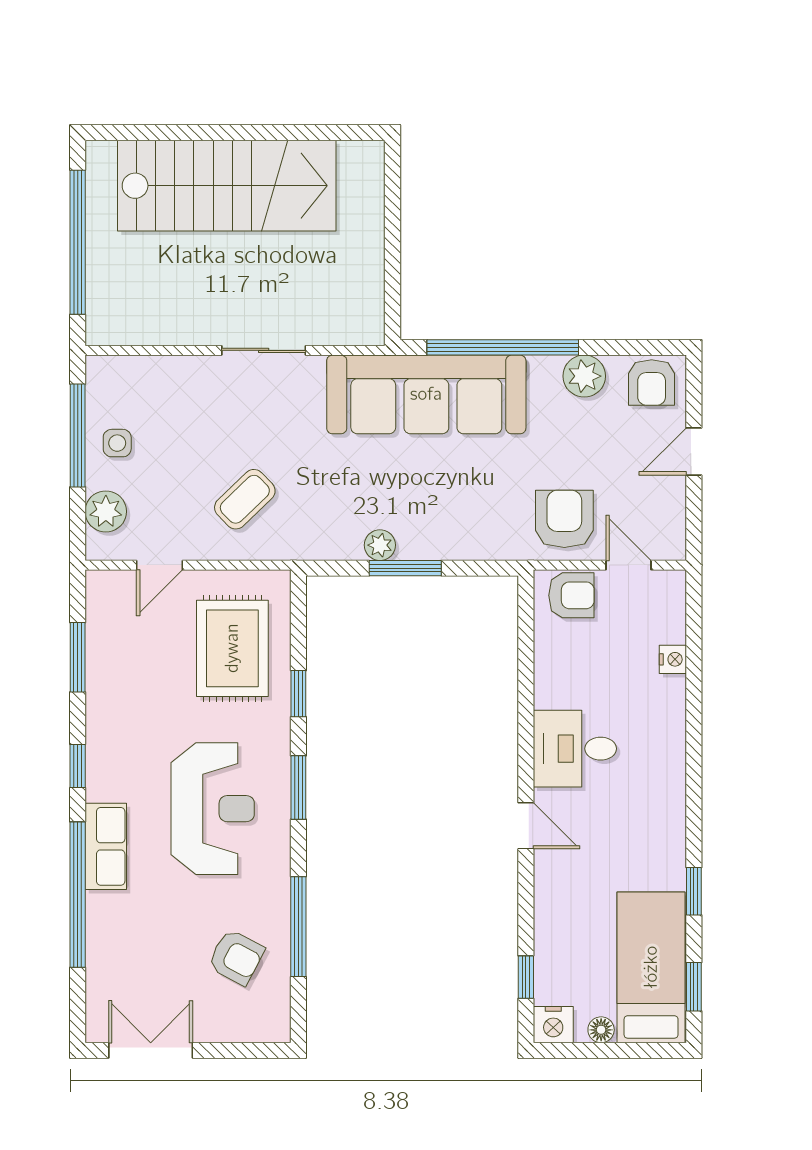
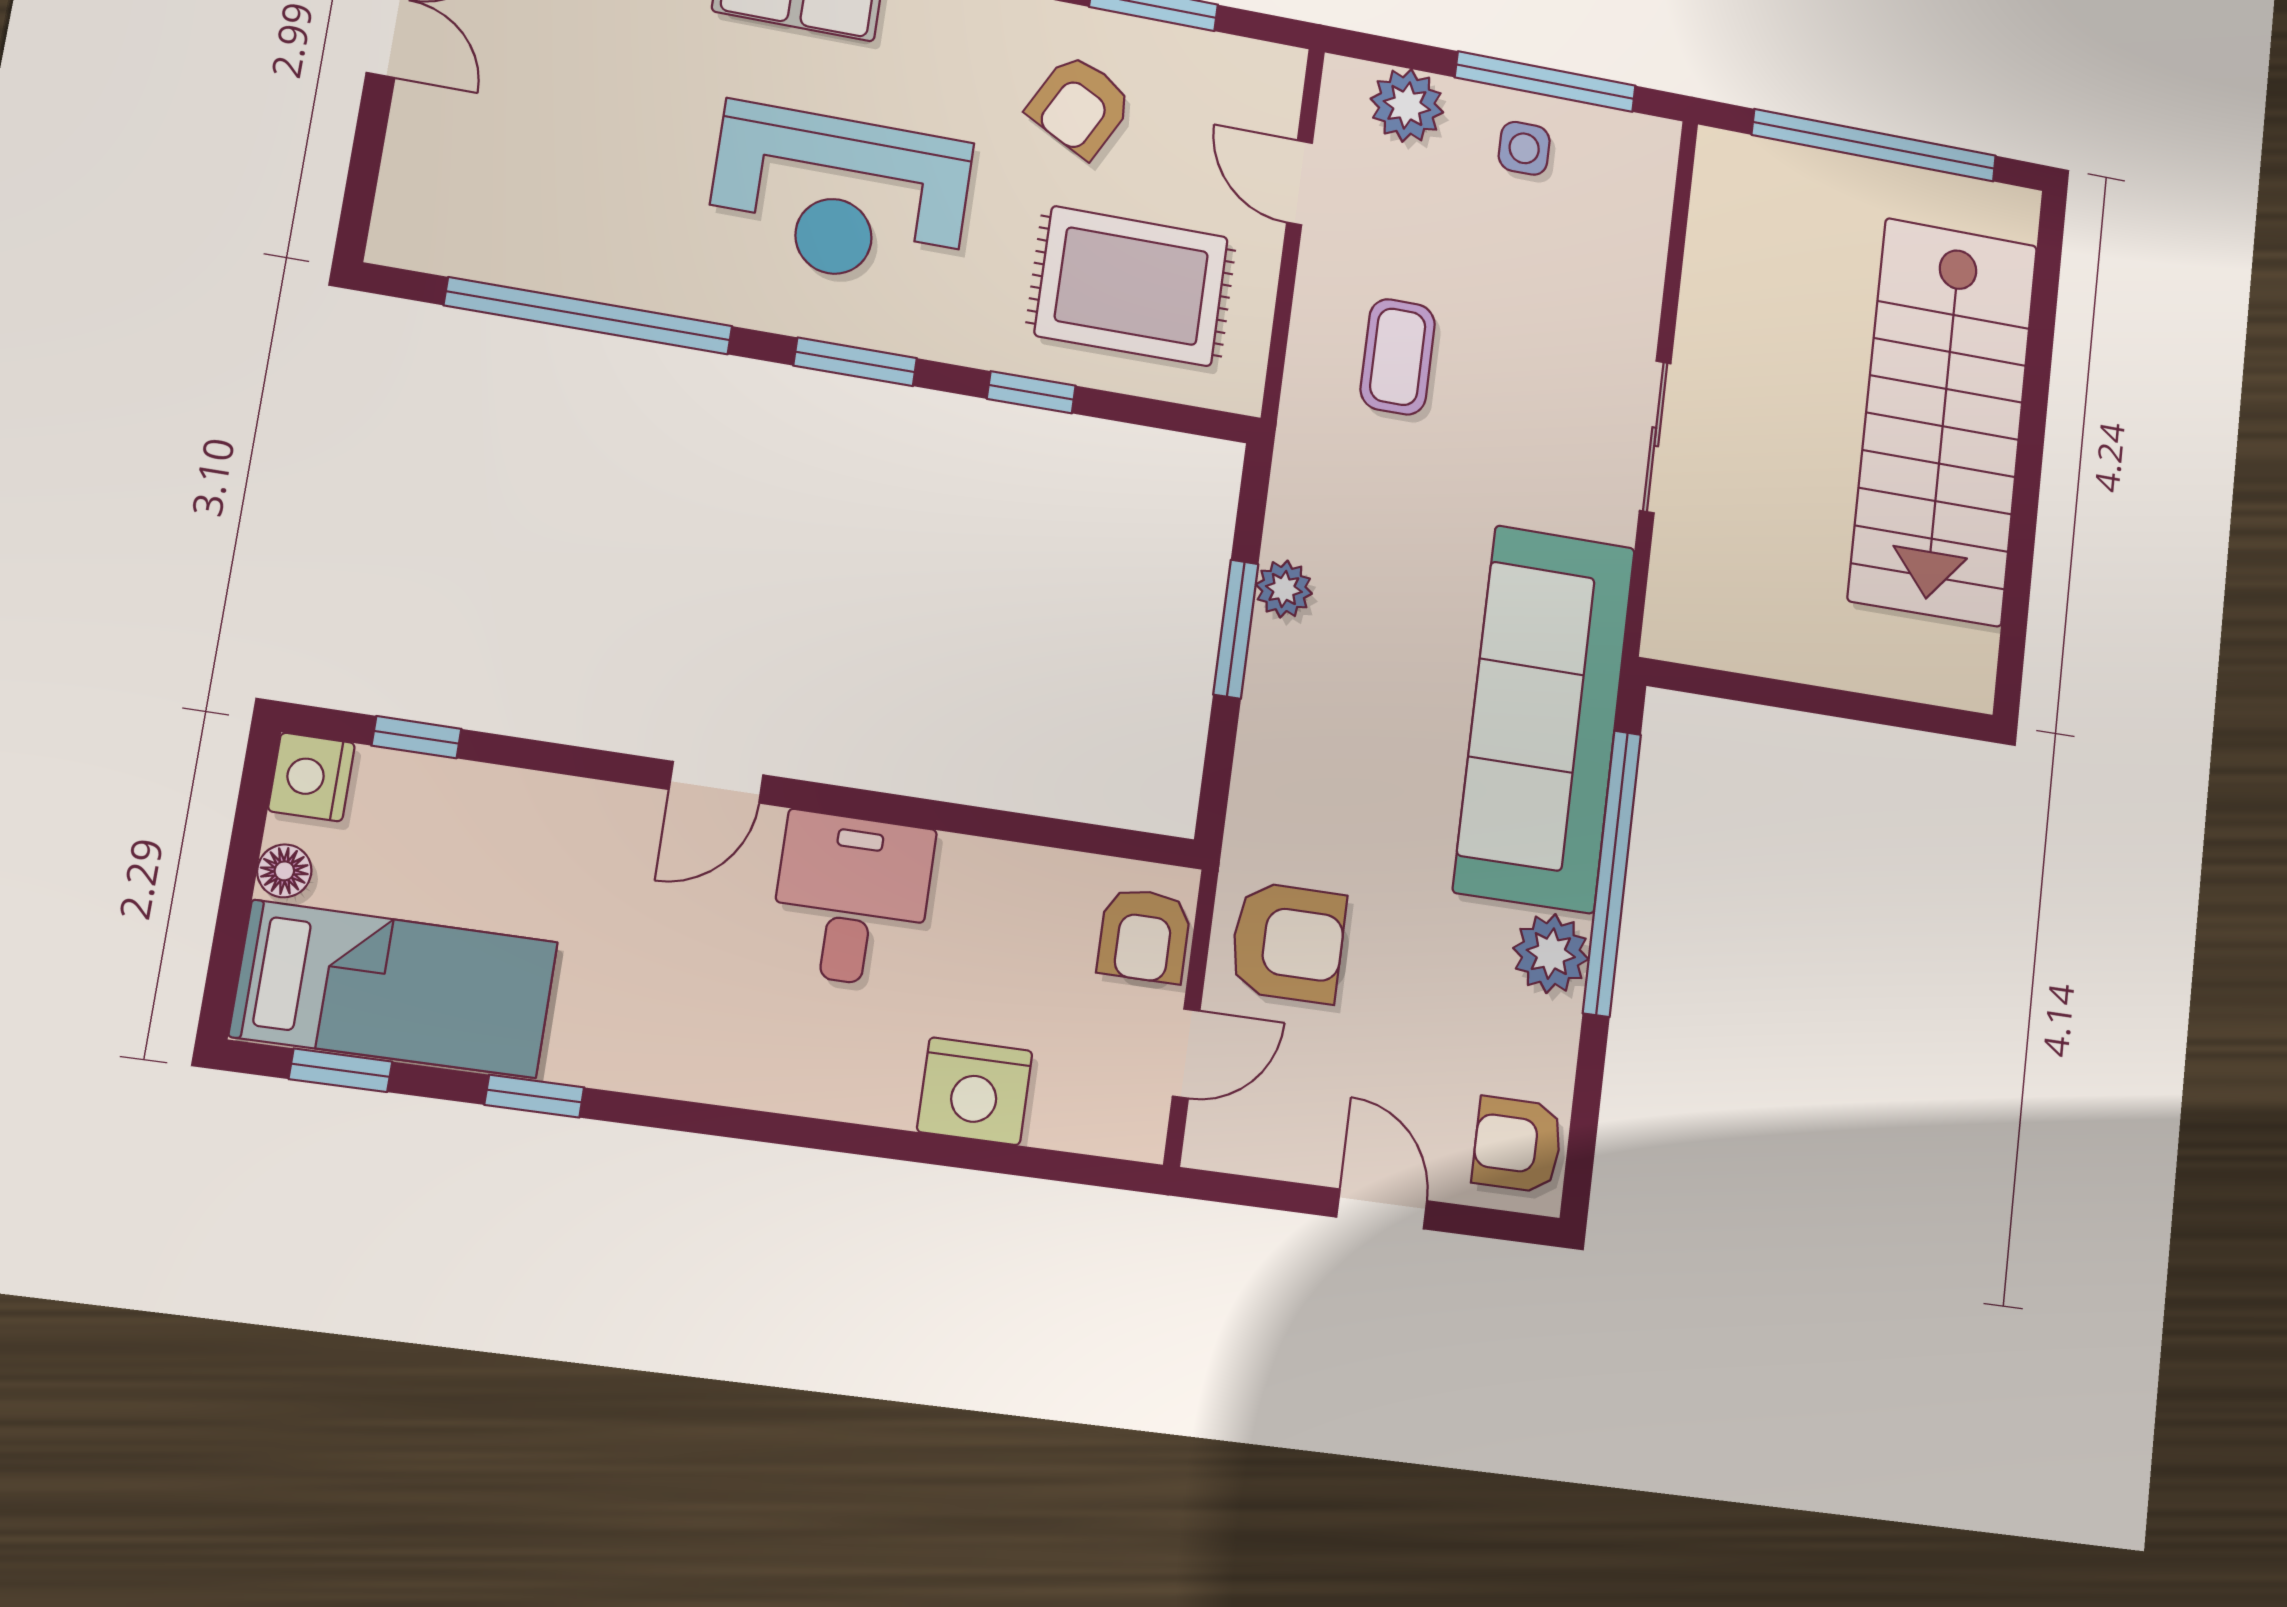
plant: (584, 376) -> (1551, 954), moved
coffee table: (245, 499) -> (1398, 357), turned 44
nightstand: (673, 659) -> (975, 1091), width x1.89, depth x1.79
window: (298, 927) -> (589, 316), width x1.46
armchair: (236, 957) -> (1080, 106), moved

